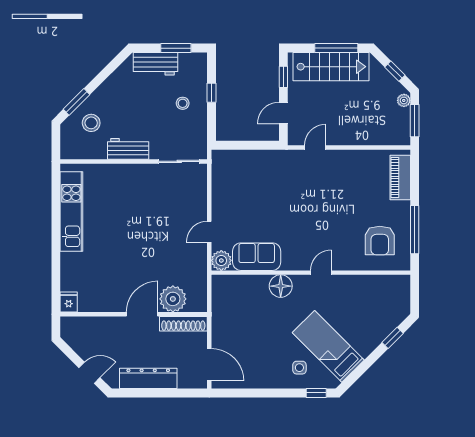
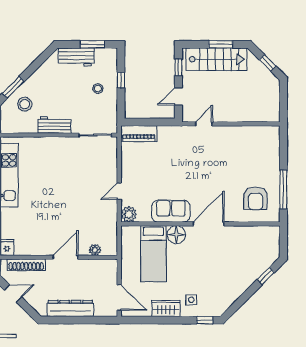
window: (336, 48) -> (221, 44), width x0.69
plant: (404, 100) -> (275, 86), removed
window: (415, 121) -> (283, 102), removed
piano: (400, 177) -> (139, 134), moved, turned -90
sofa: (257, 257) -> (171, 211), moved
door: (321, 273) -> (209, 224), width x1.88
plant: (173, 299) -> (95, 250), width x0.53, depth x0.53
shoe rack: (183, 324) -> (26, 265), moved
bed: (328, 346) -> (153, 254), moved, turned -135
door: (89, 373) -> (13, 294), moved
wardrobe: (268, 378) -> (166, 308), added

